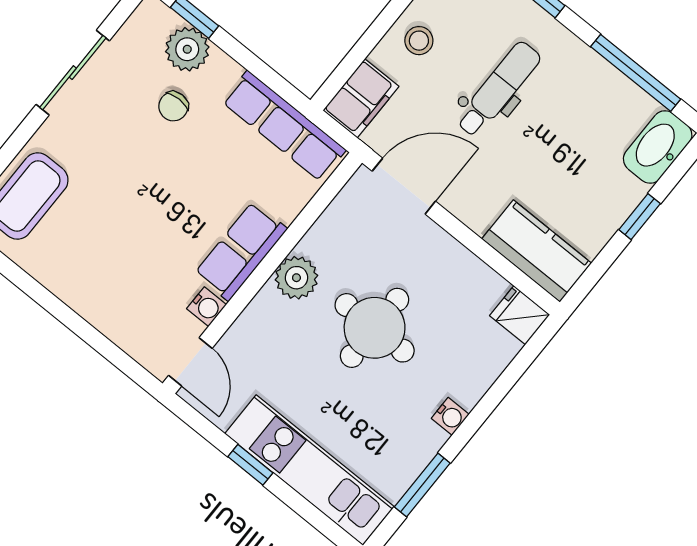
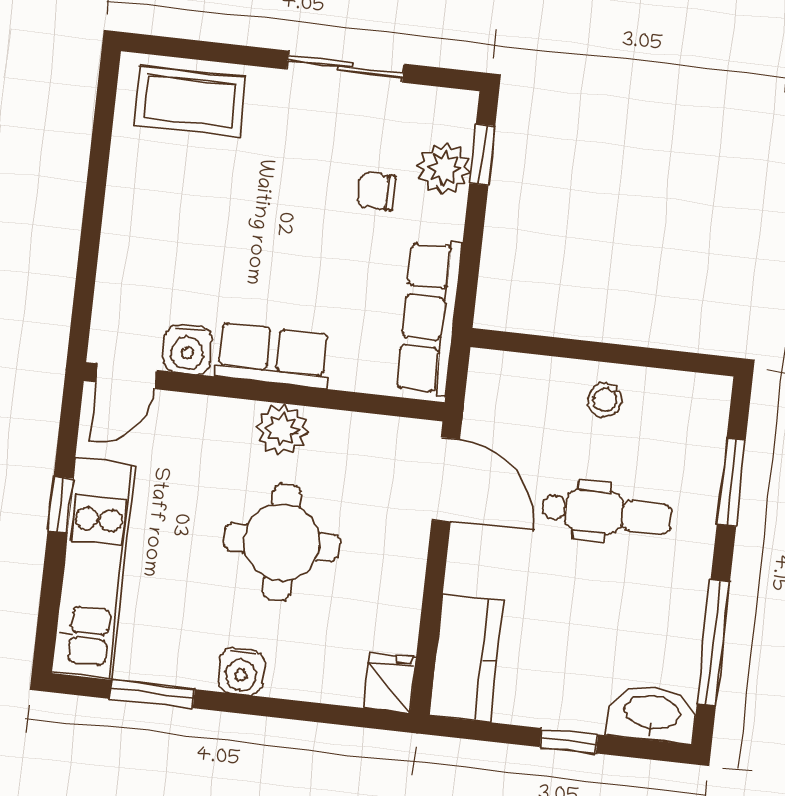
filing cabinet: (361, 98) -> (507, 378), removed
water cooler: (207, 307) -> (188, 349), width x1.38, depth x1.38
water cooler: (450, 416) -> (241, 671), width x1.38, depth x1.38

